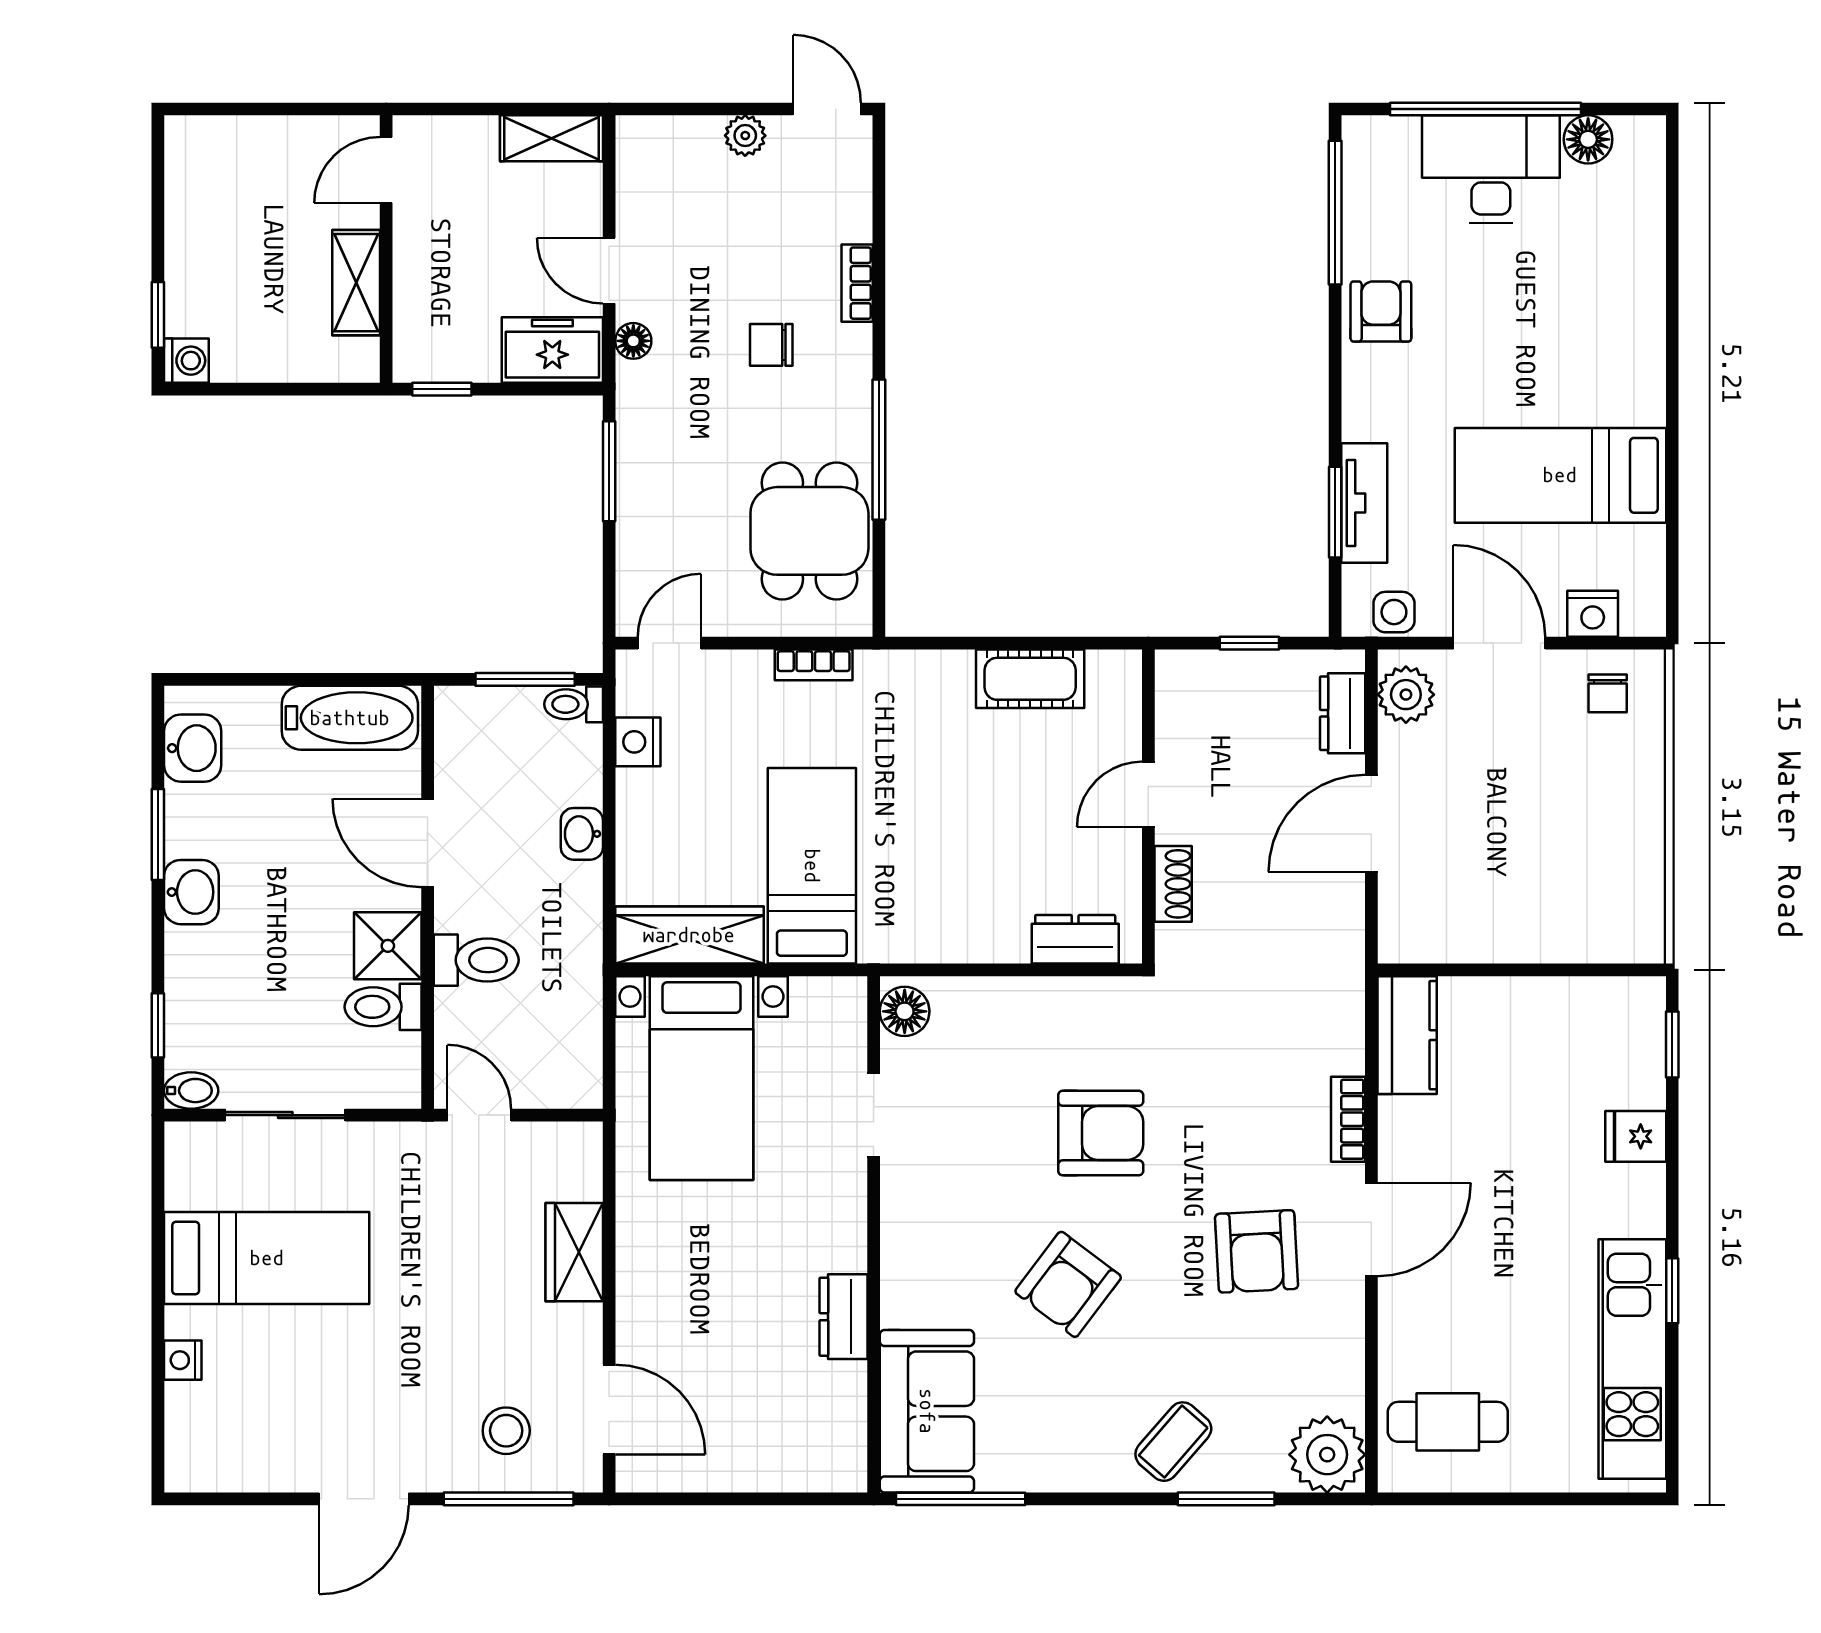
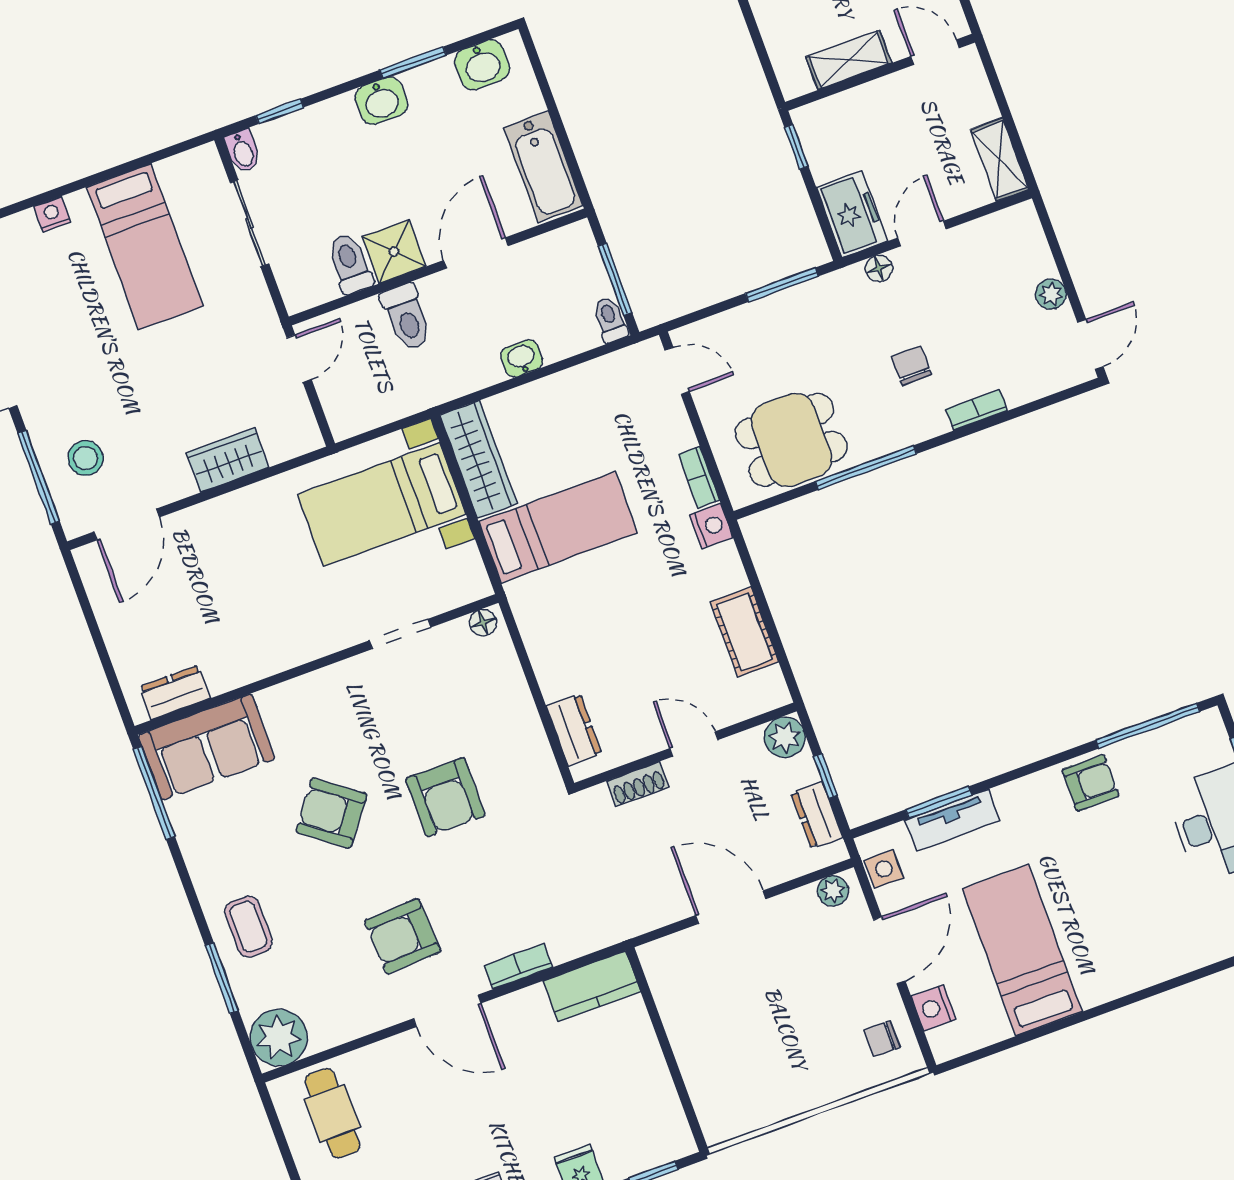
plant: (1182, 677) -> (785, 737), added
plant: (1406, 695) -> (833, 891), width x0.73, depth x0.73
dresser: (1343, 713) -> (817, 815), moved, turned -90
nightstand: (638, 742) -> (711, 526), moved, turned 90
floor lamp: (905, 1011) -> (483, 623), width x0.73, depth x0.73
dresser: (843, 1317) -> (175, 692), moved
coffee table: (1173, 1442) -> (248, 927), turned 49

